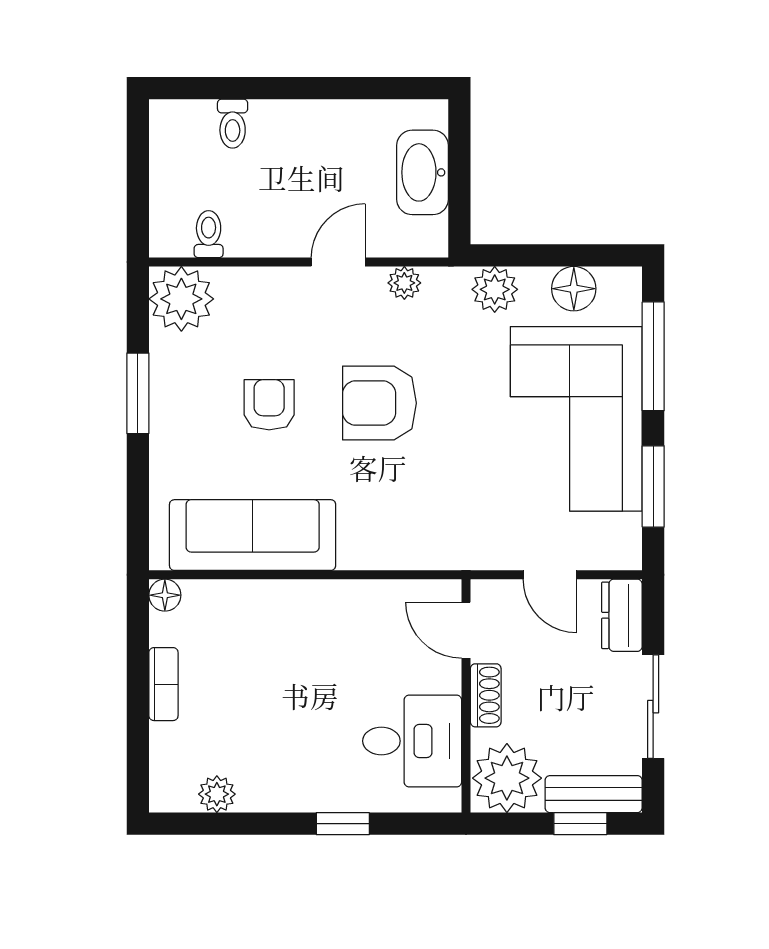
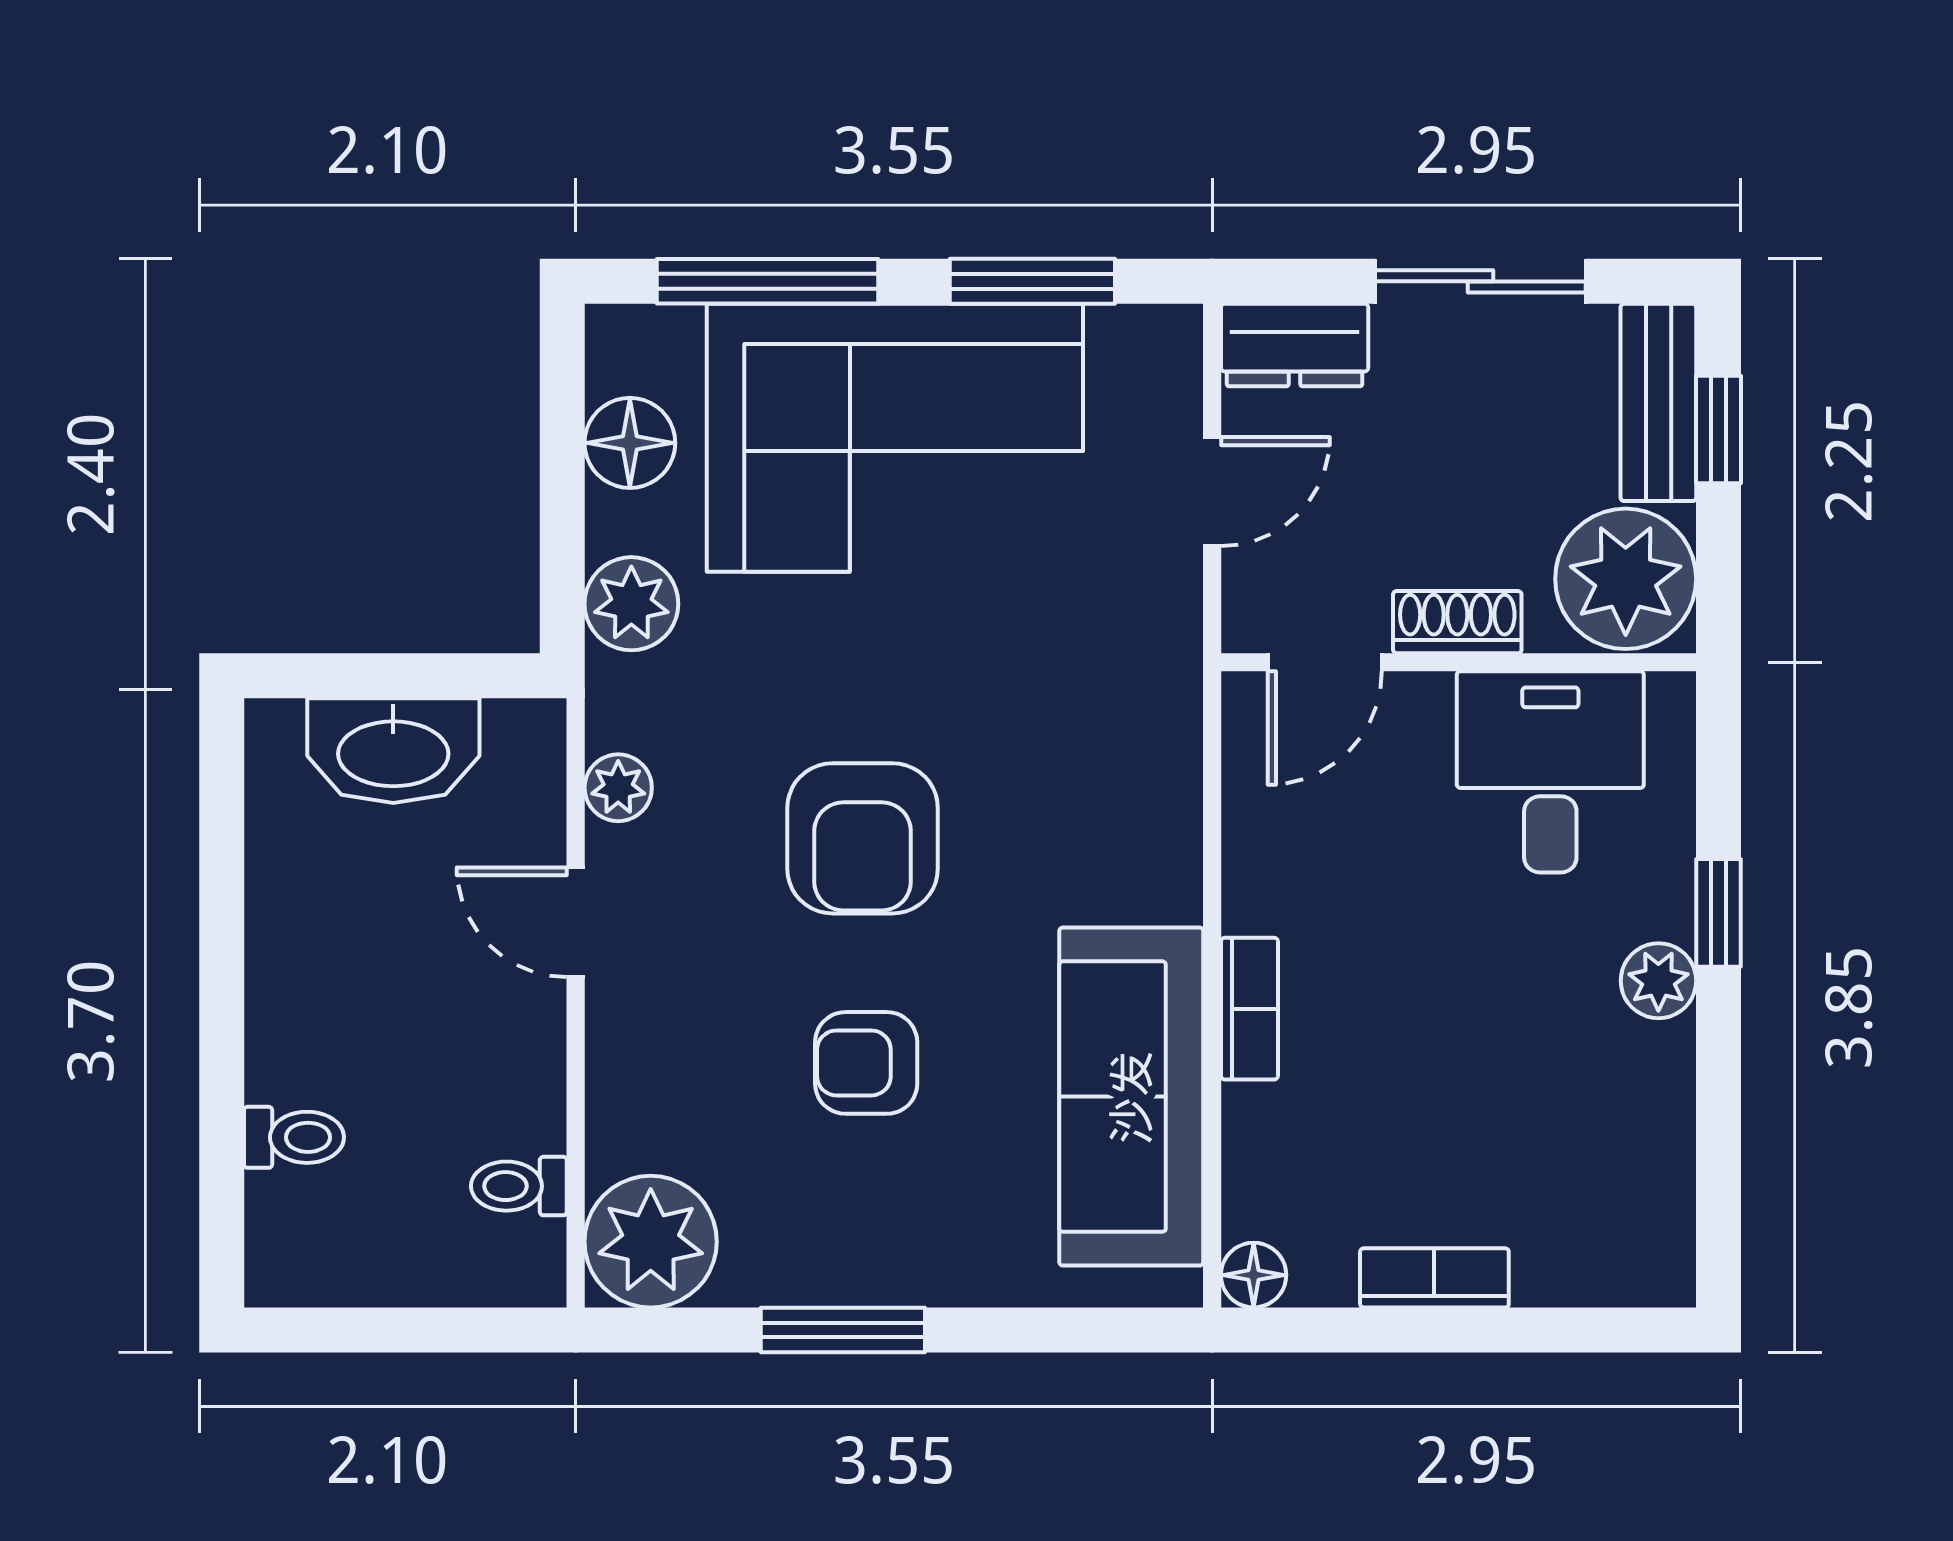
bookcase: (296, 593) -> (1249, 1009), added
plant: (217, 794) -> (1658, 981), moved

